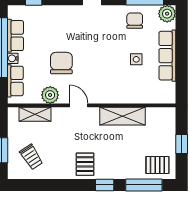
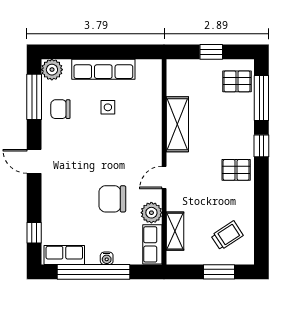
row of seats: (15, 36) -> (64, 255), moved
row of seats: (15, 81) -> (152, 244), moved, turned -90
pallet: (157, 165) -> (237, 81), turned 90

